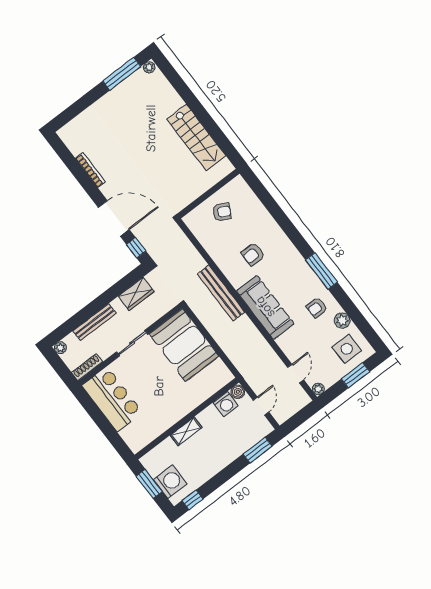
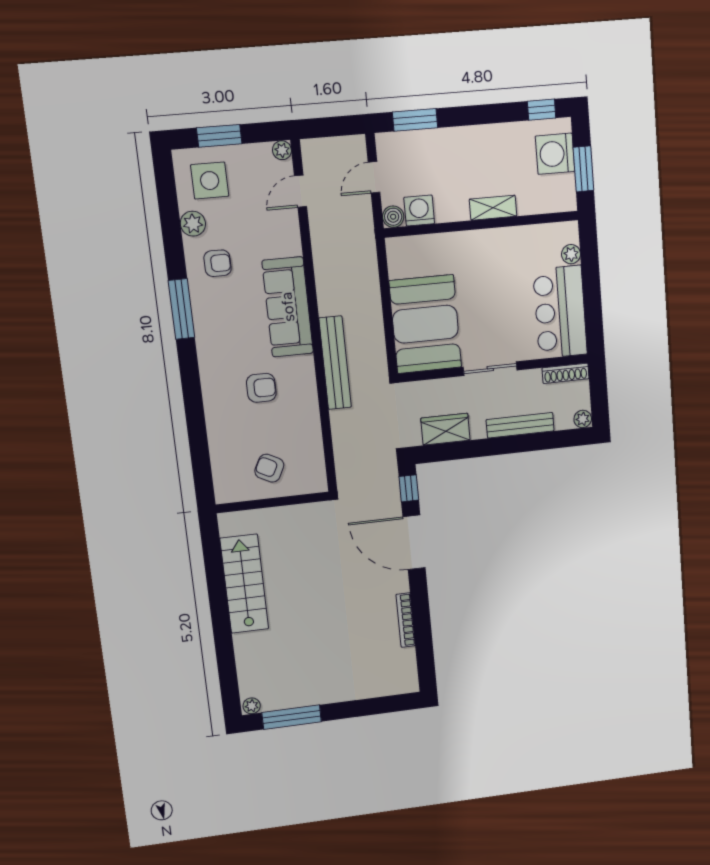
plant: (126, 434) -> (571, 254), added

